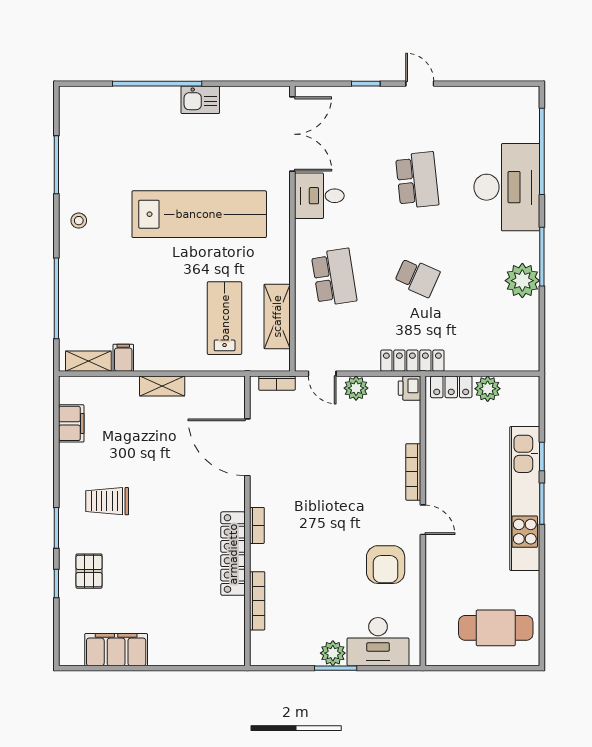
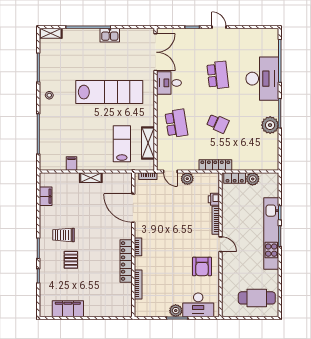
shelving: (88, 361) -> (51, 33), moved
printer: (409, 388) -> (214, 199), moved
pallet: (89, 571) -> (71, 260), moved

